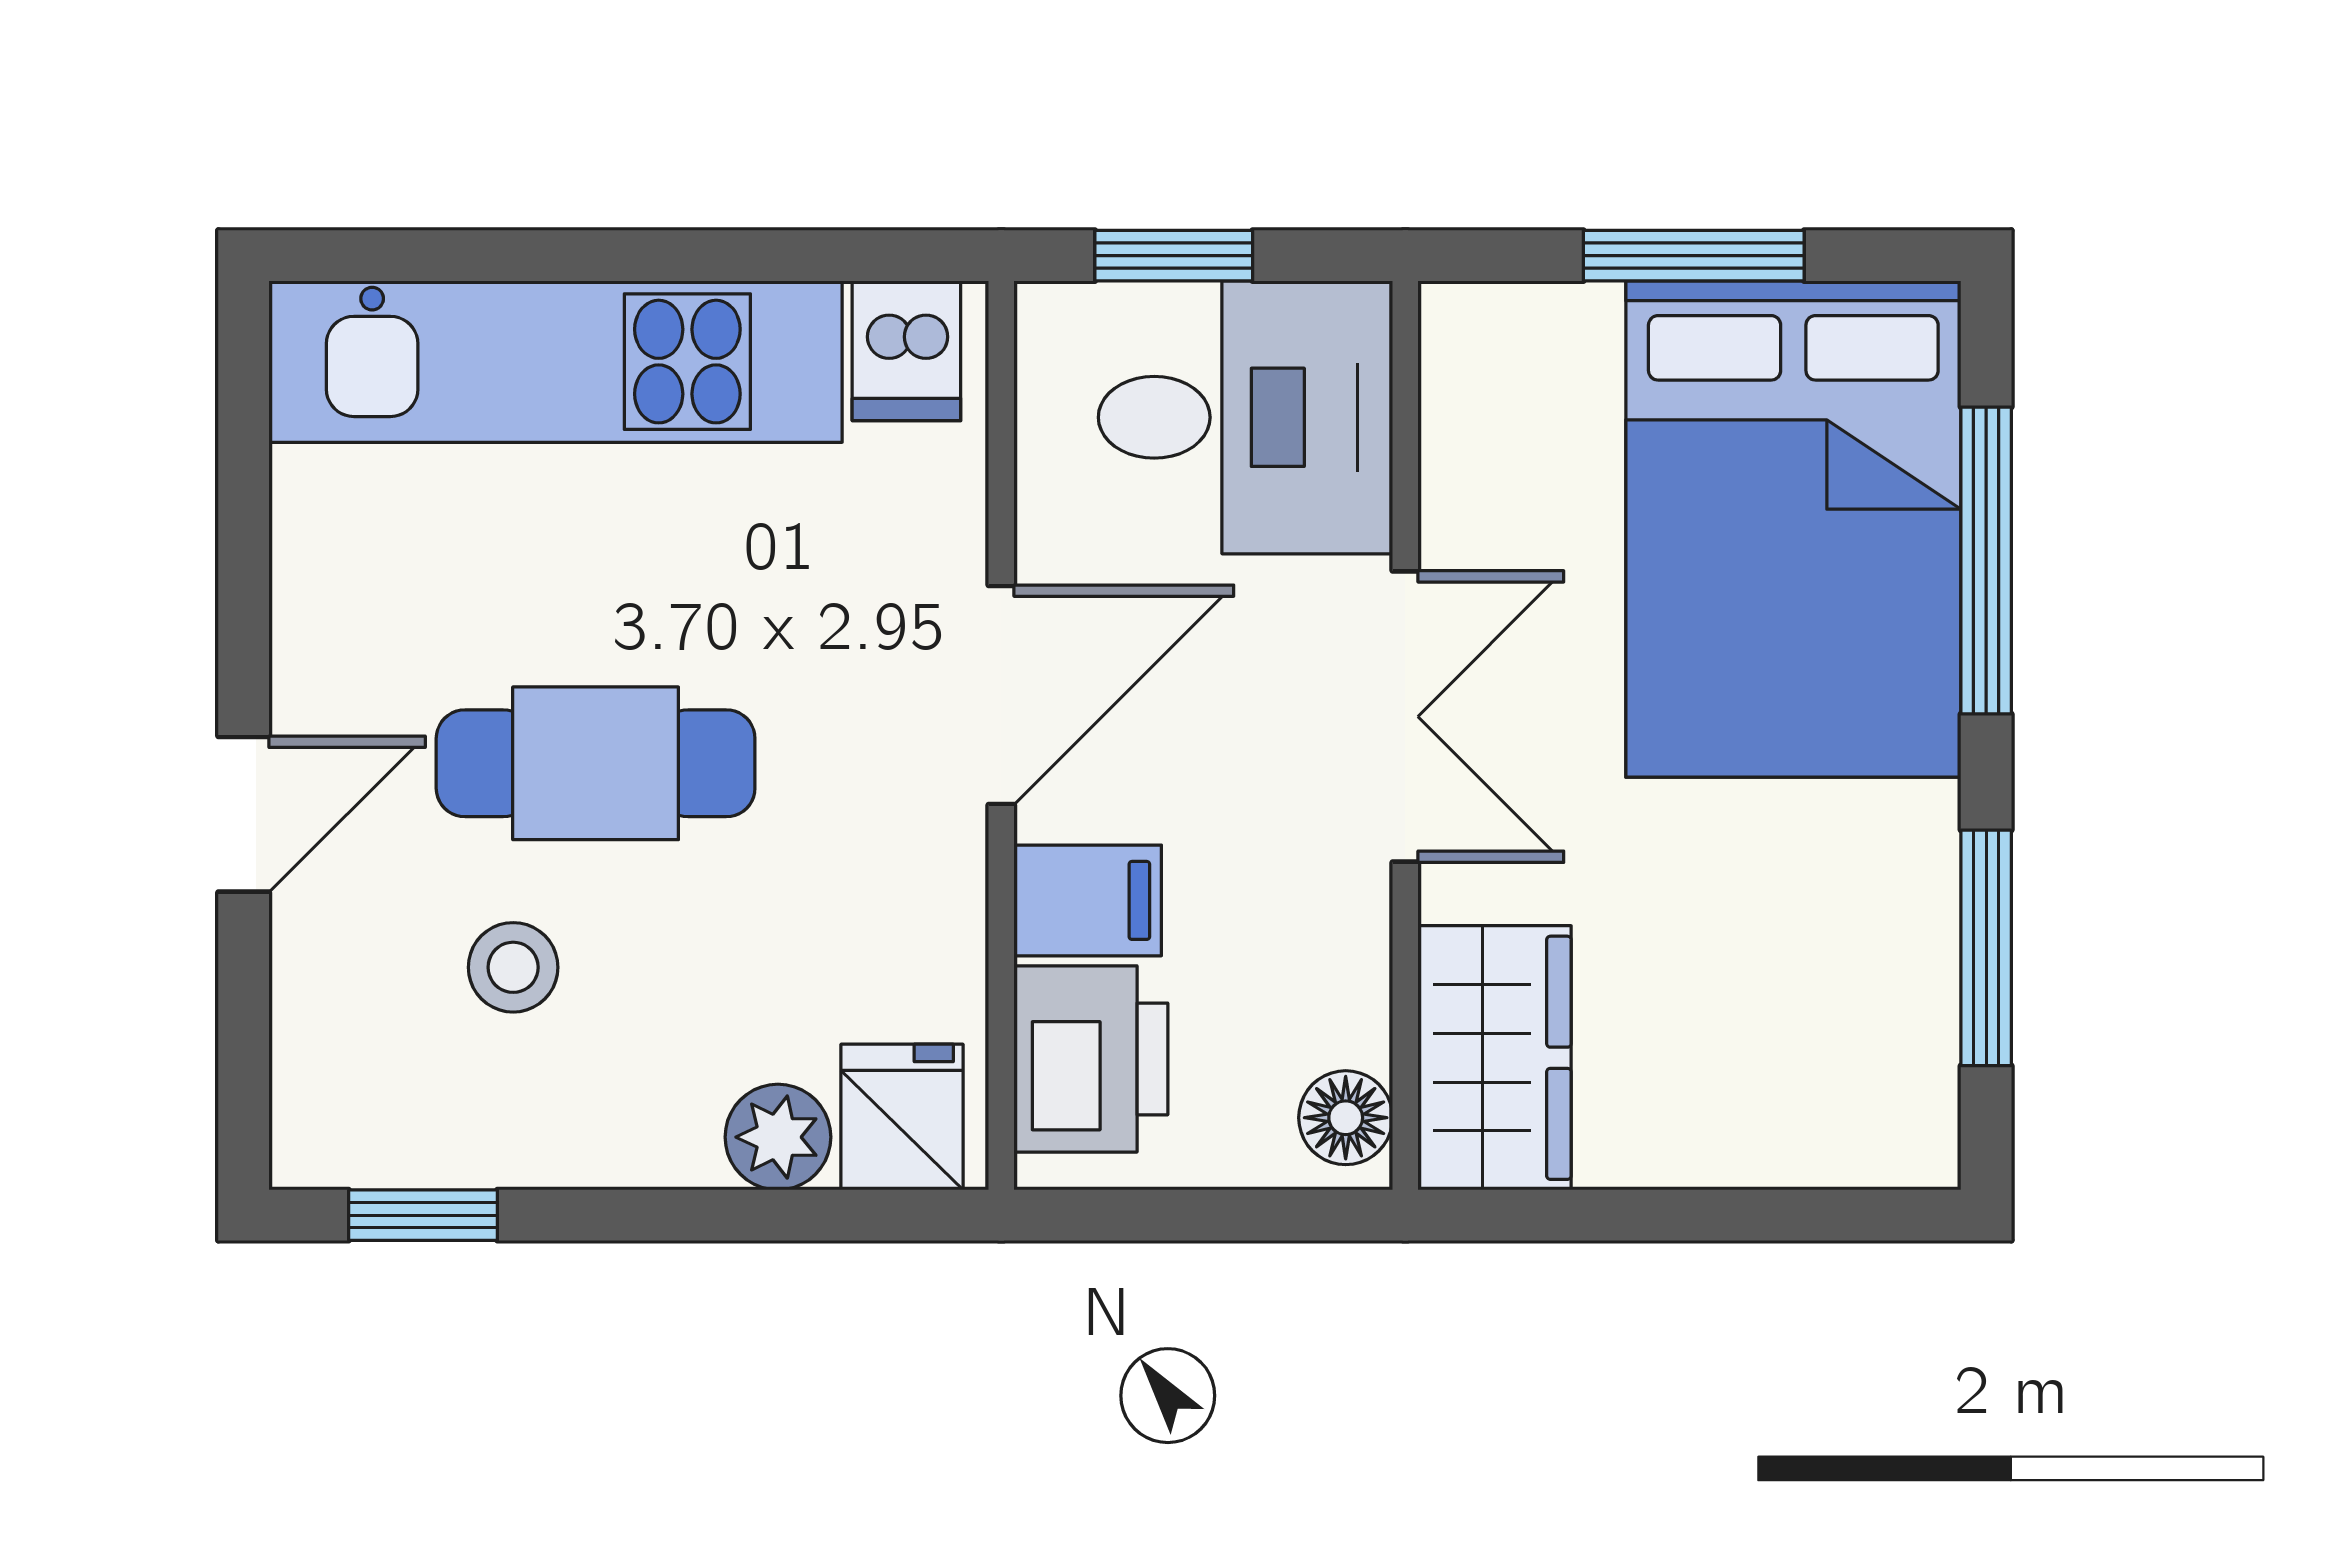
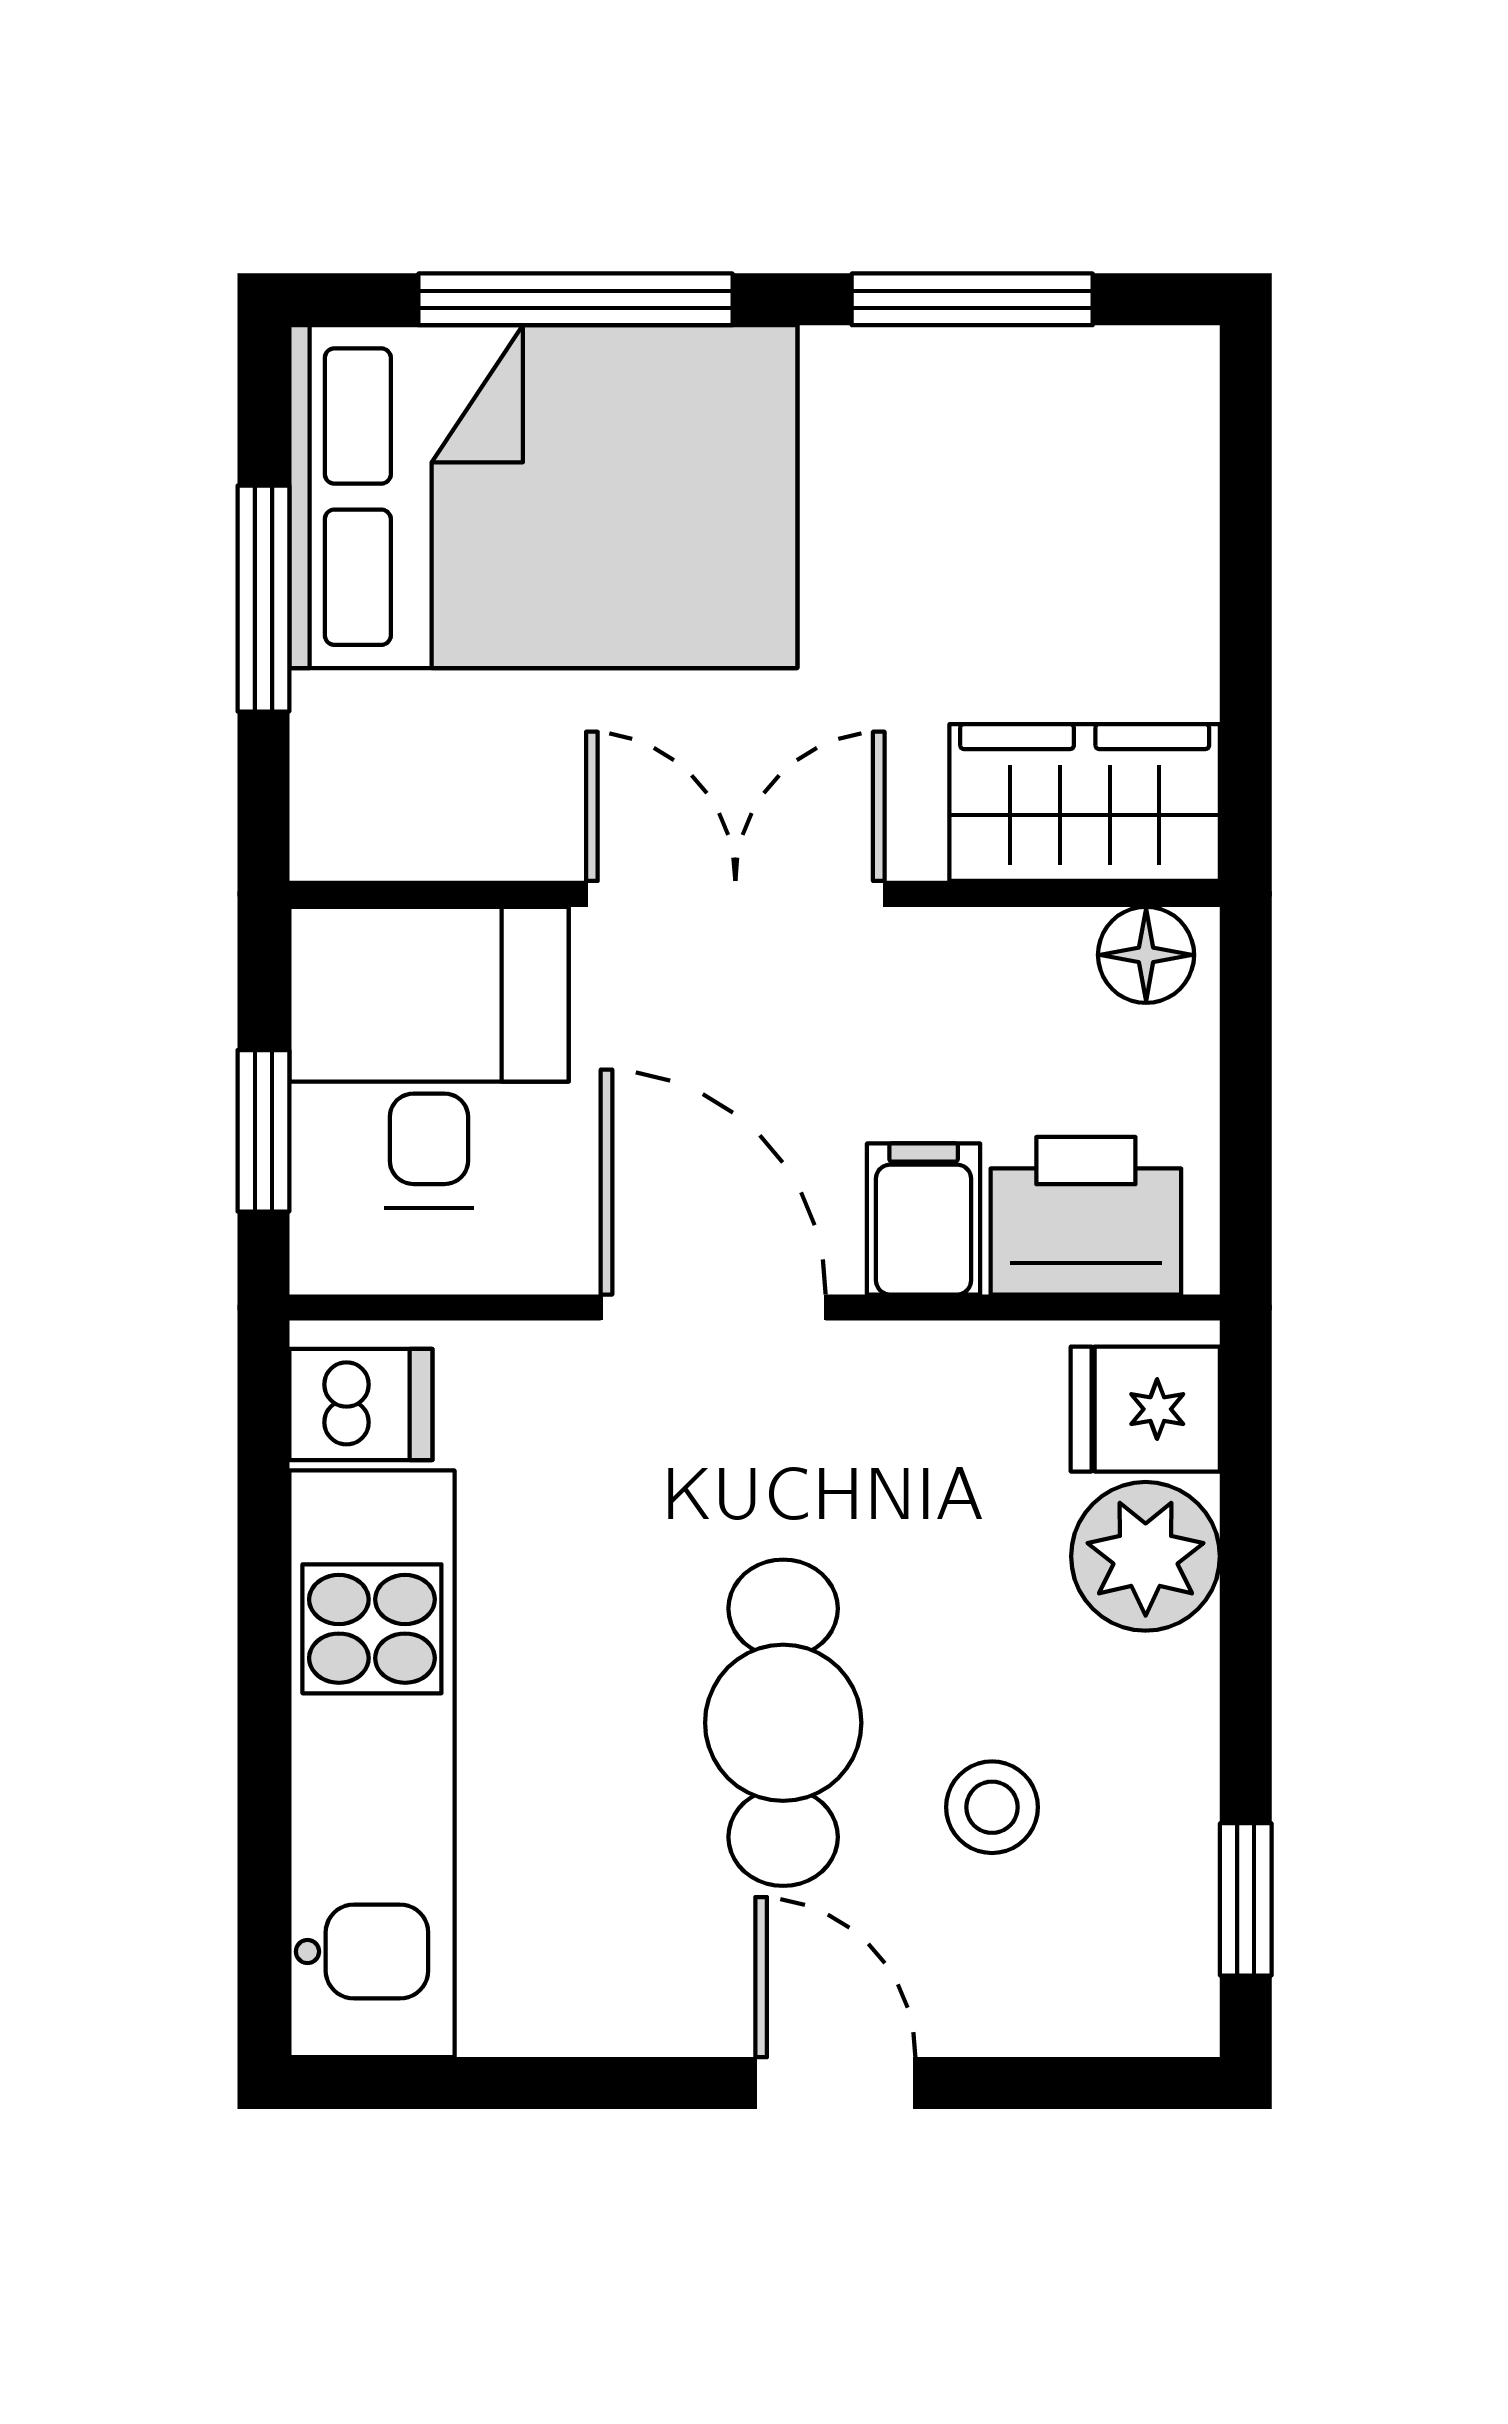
plant: (778, 1137) -> (1146, 1556), width x1.38, depth x1.38

